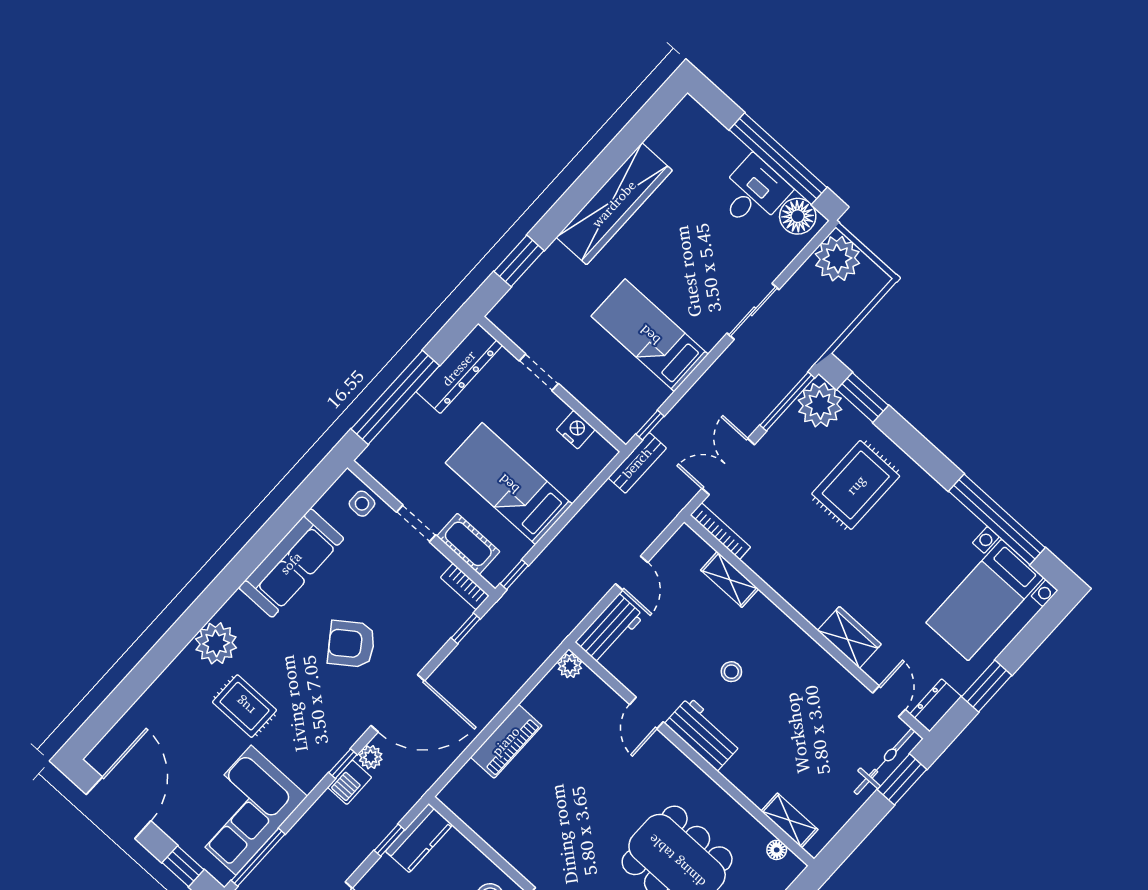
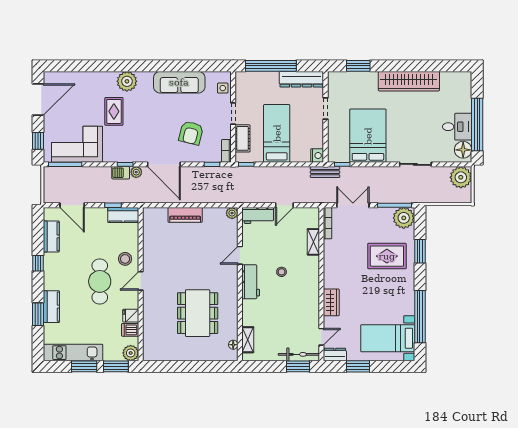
bed: (650, 335) -> (368, 136), width x1.50
window: (863, 397) -> (420, 251), moved
nightstand: (576, 430) -> (317, 156), moved
armchair: (351, 644) -> (191, 133), moved, turned -130

